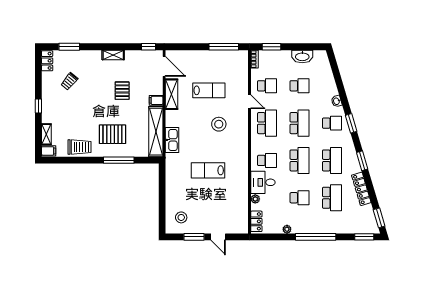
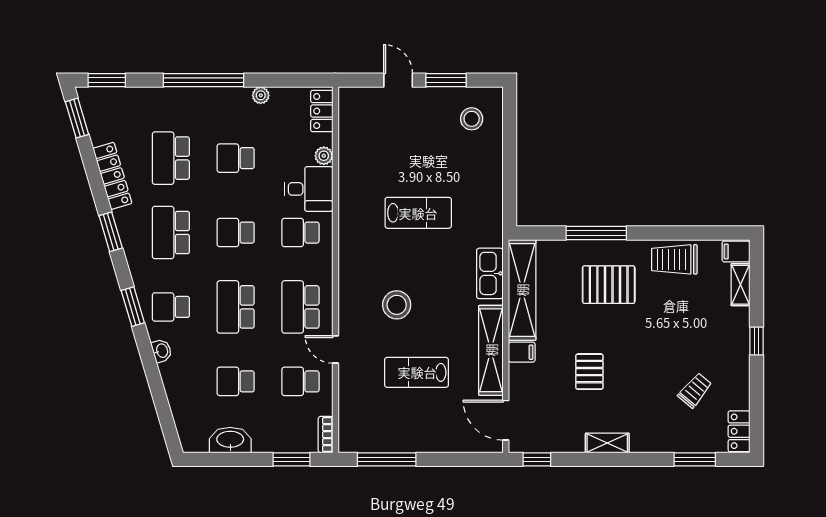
shelving: (172, 94) -> (491, 350), width x1.47
school desk: (300, 160) -> (236, 233), width x0.54

